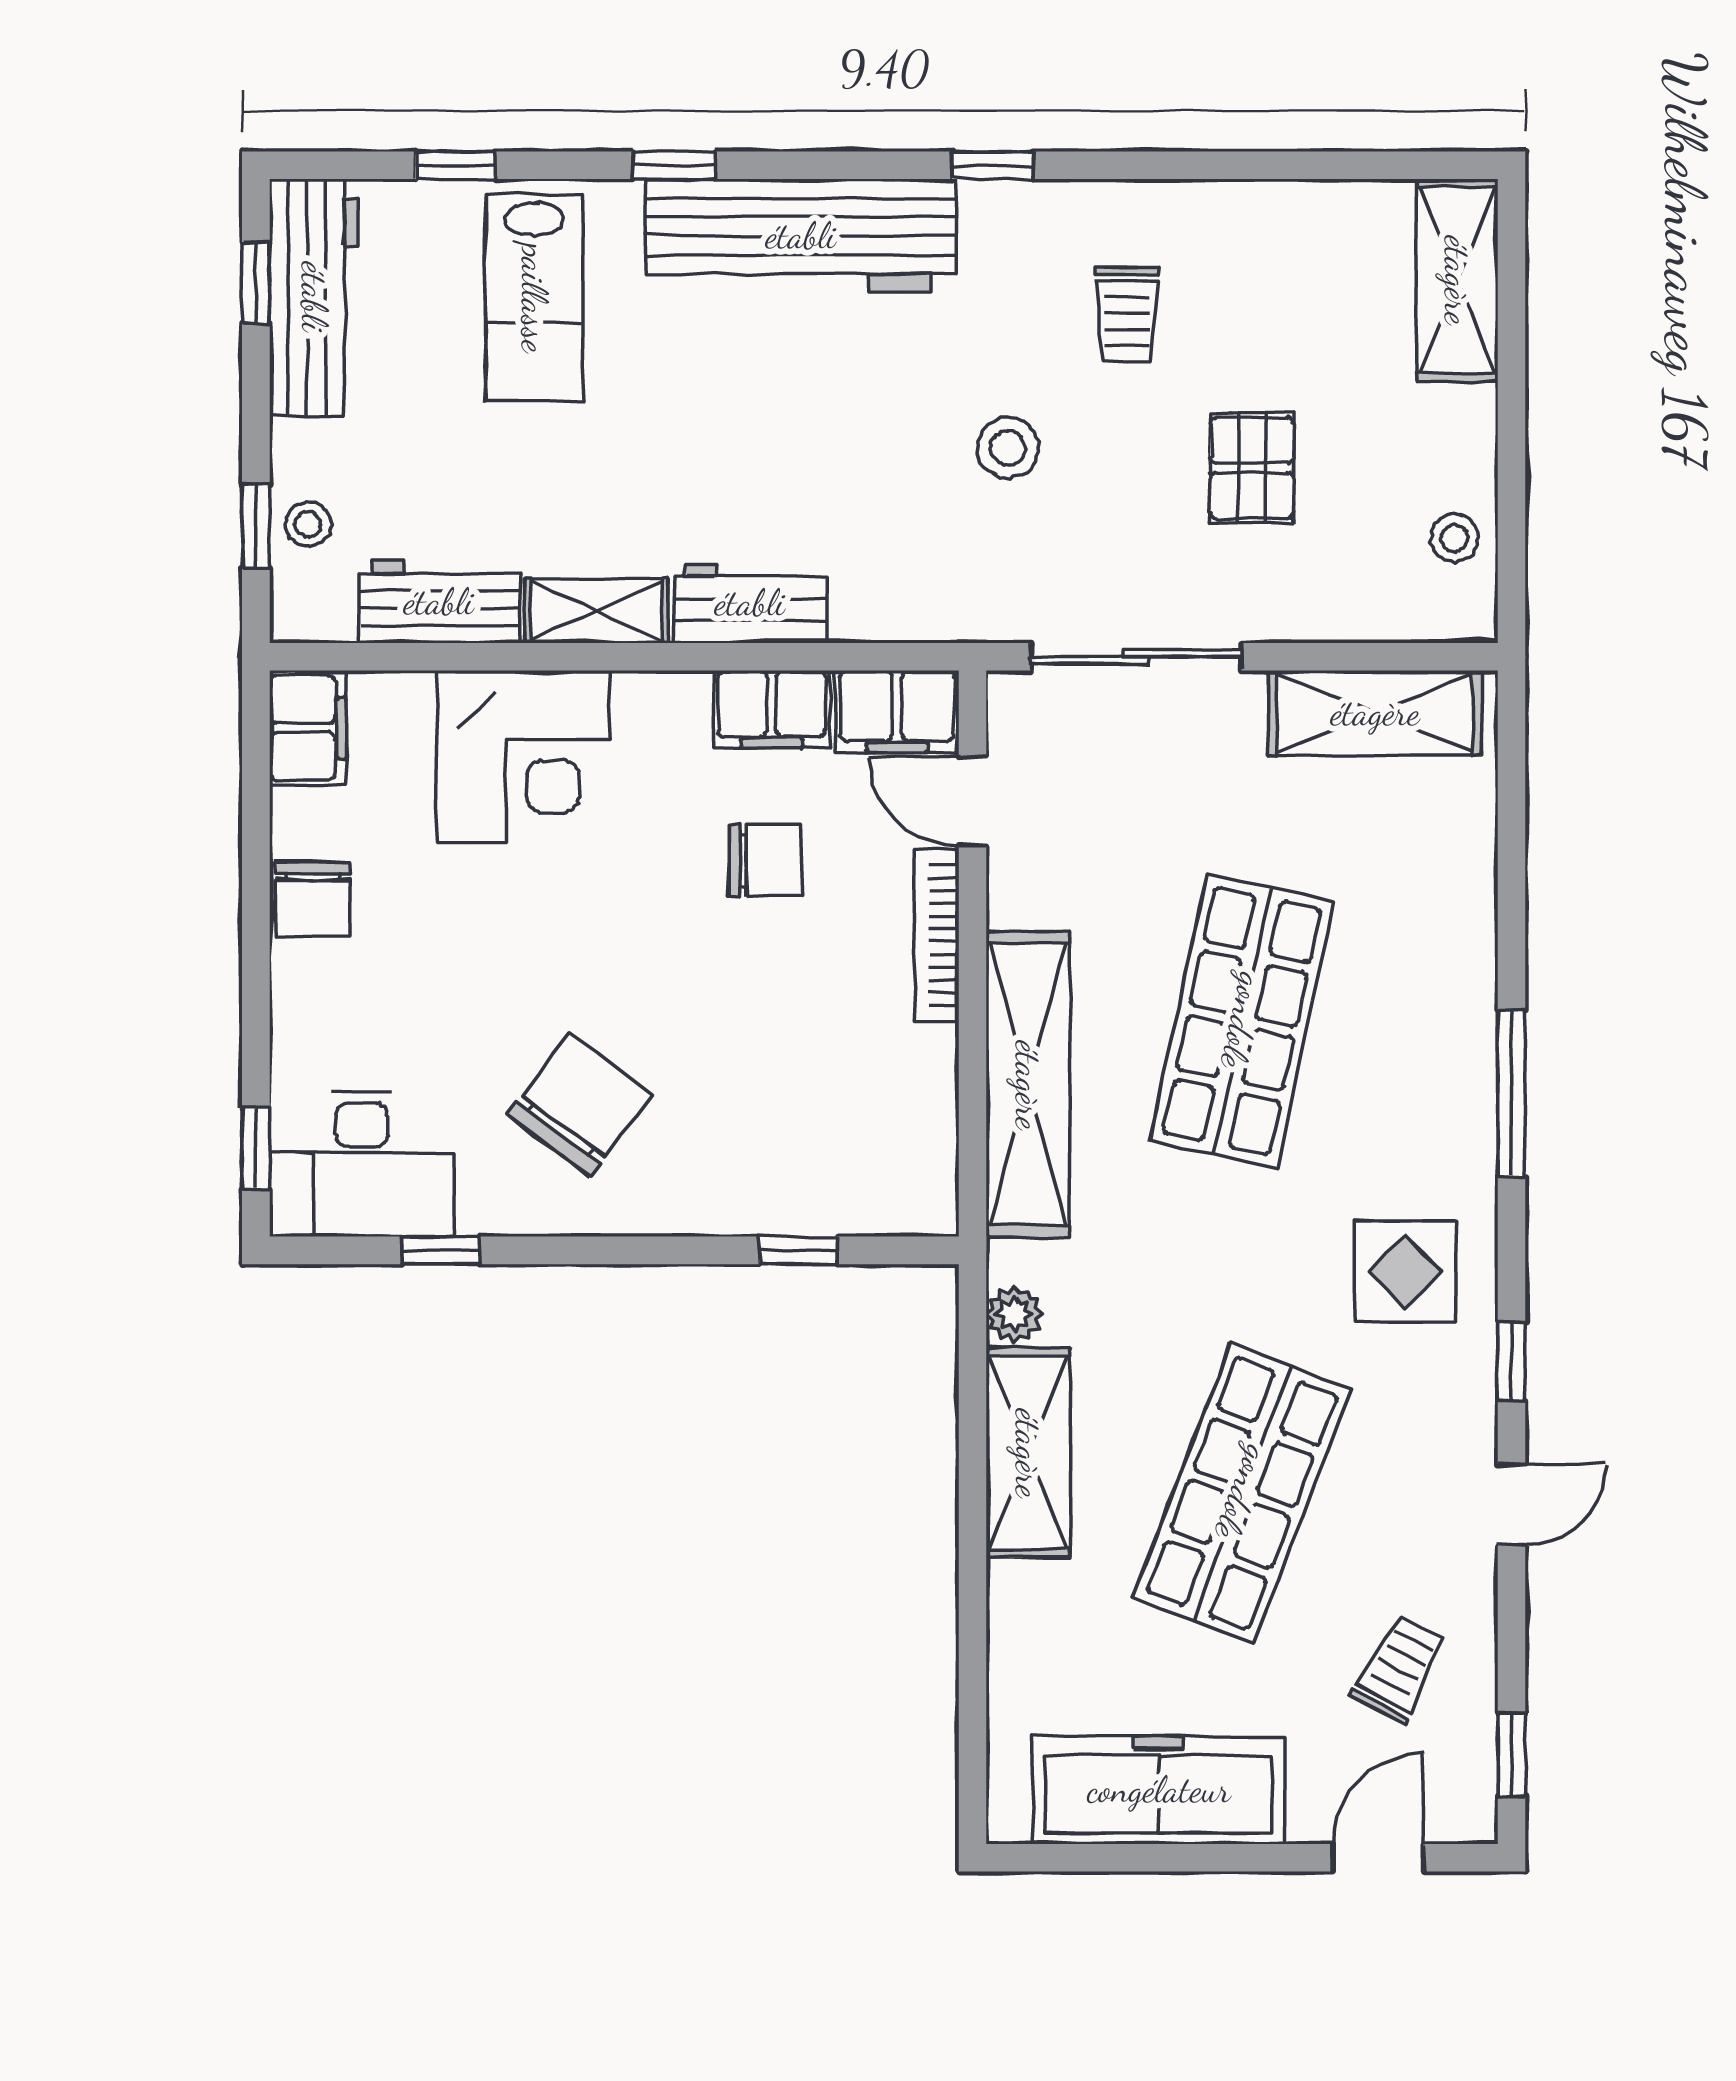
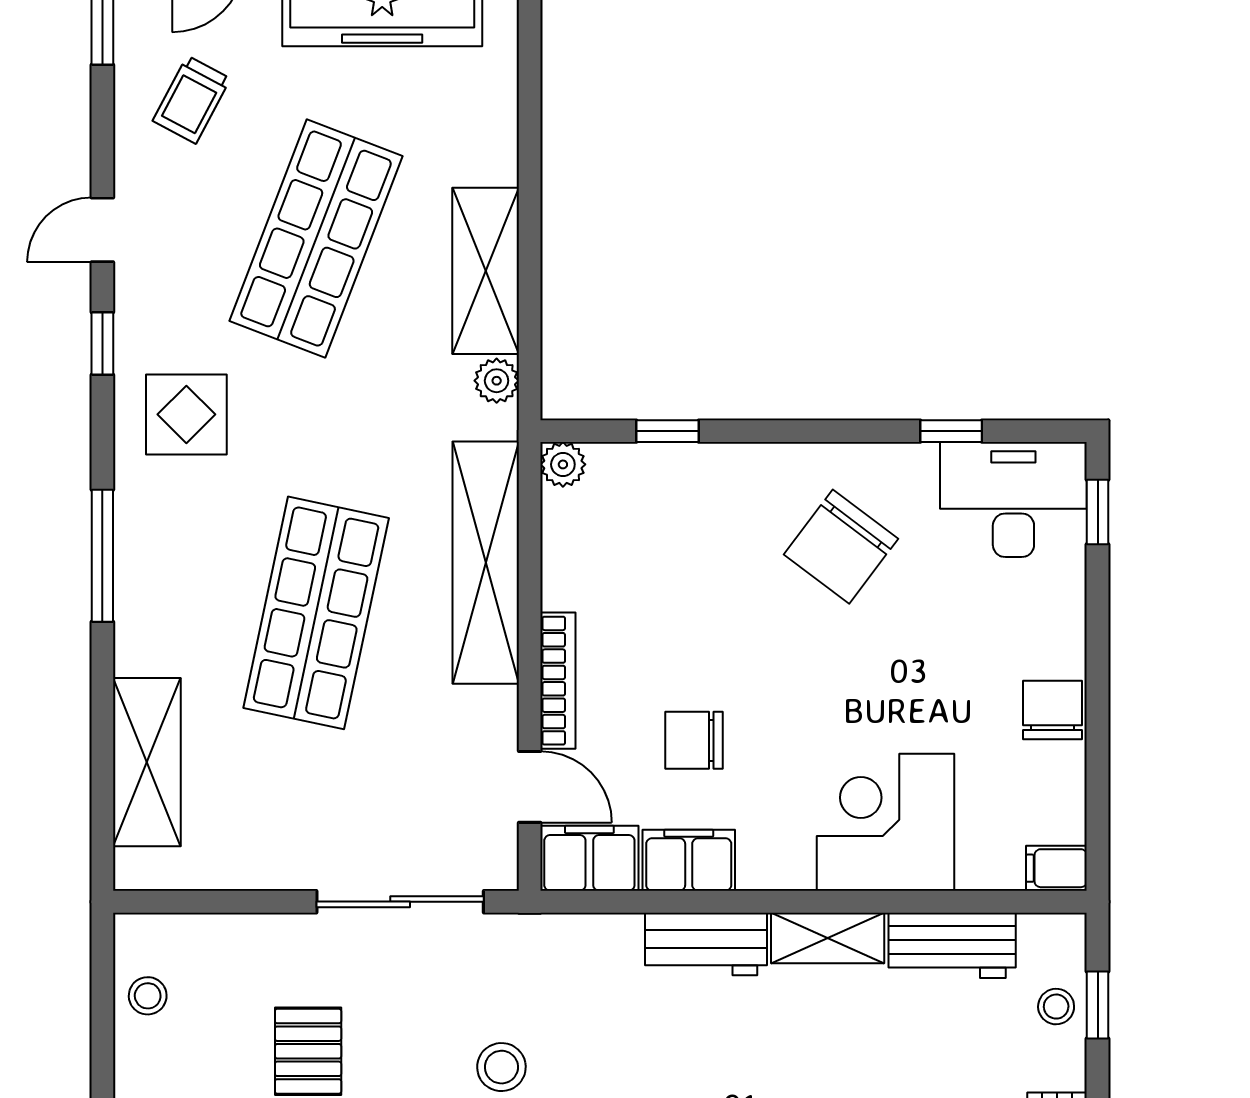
shelving: (1375, 713) -> (147, 762), moved, turned 90
filing cabinet: (308, 728) -> (1056, 868), width x0.50
plant: (930, 1208) -> (563, 464), added

